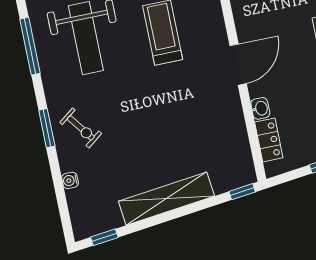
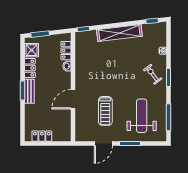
door: (238, 65) -> (73, 99), moved

